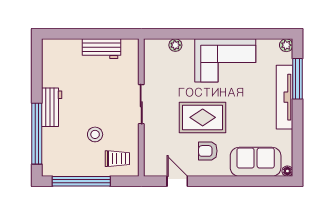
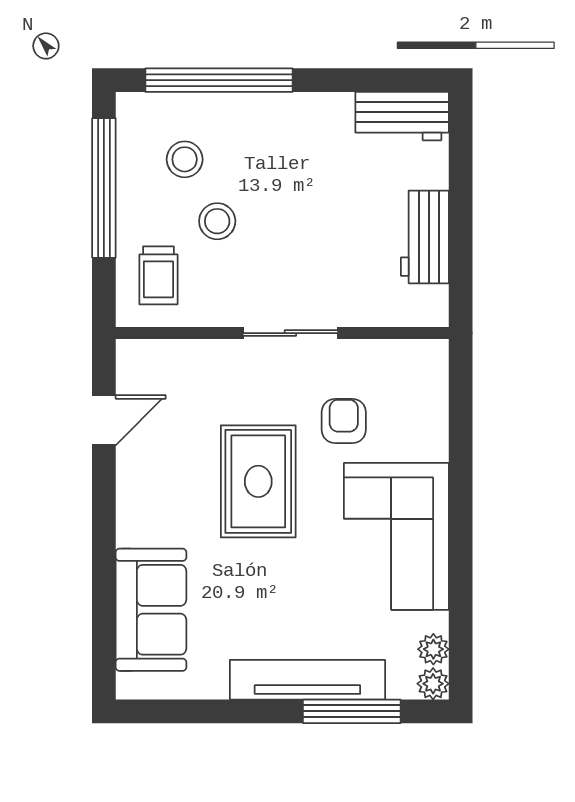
plant: (175, 45) -> (433, 649), moved
workbench: (52, 107) -> (402, 116), moved
stool: (69, 148) -> (185, 159), added
armchair: (208, 151) -> (344, 421), moved
floor lamp: (287, 171) -> (128, 687), removed

